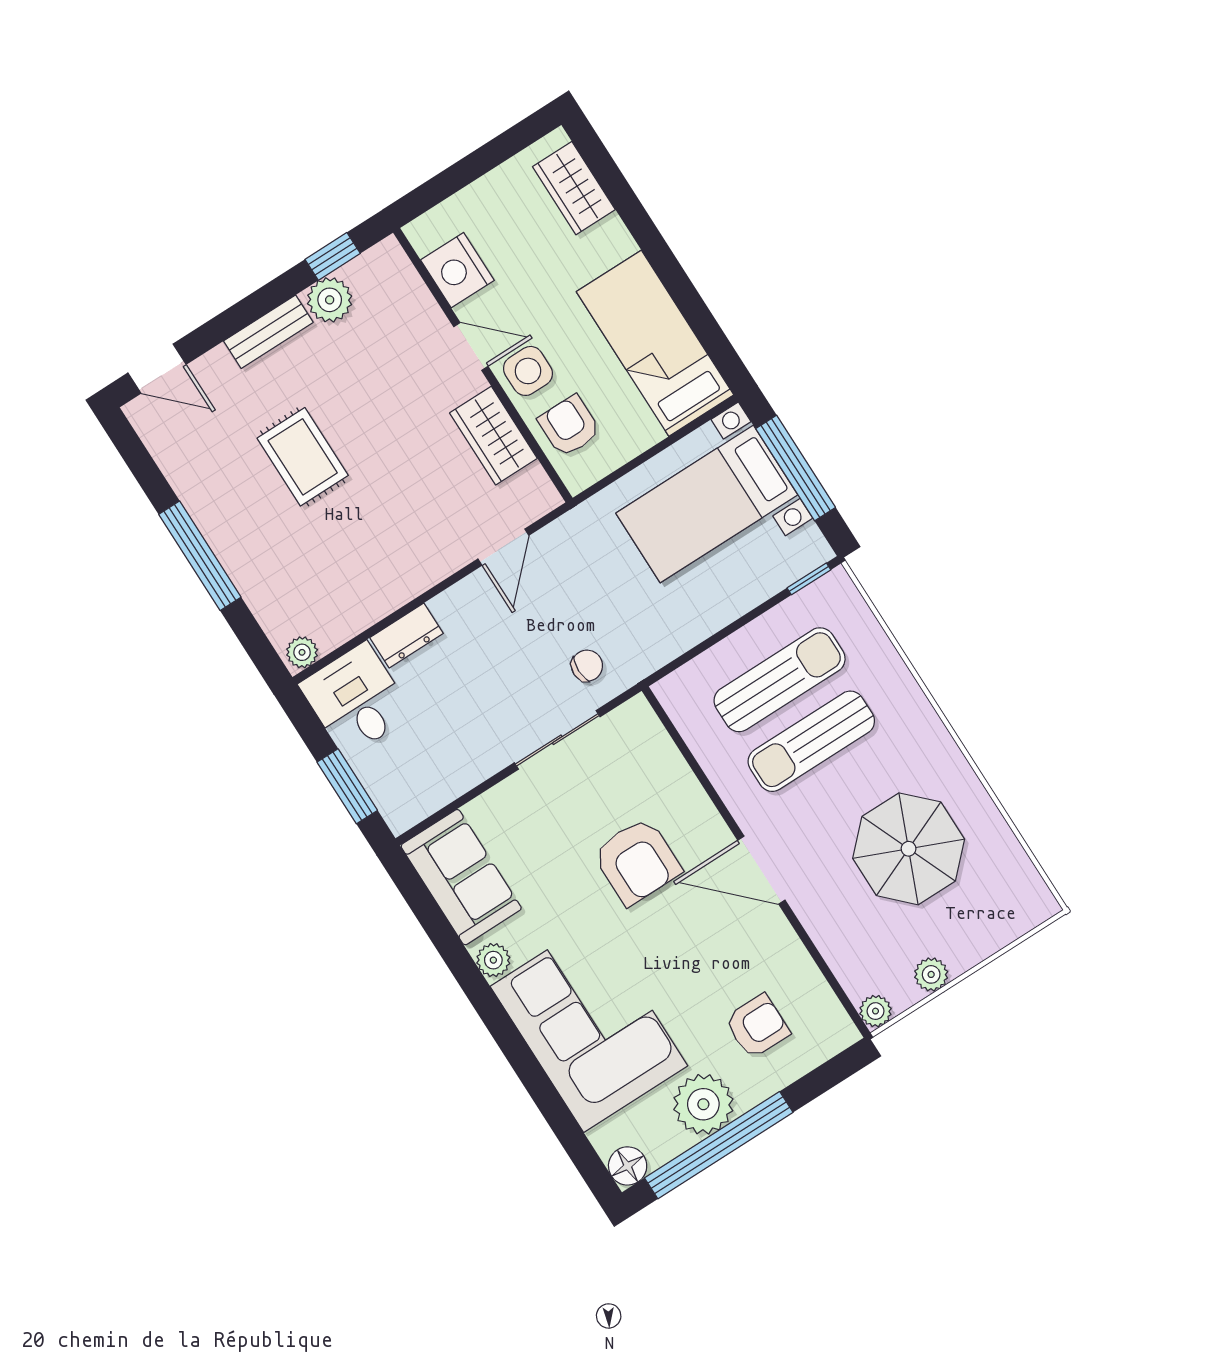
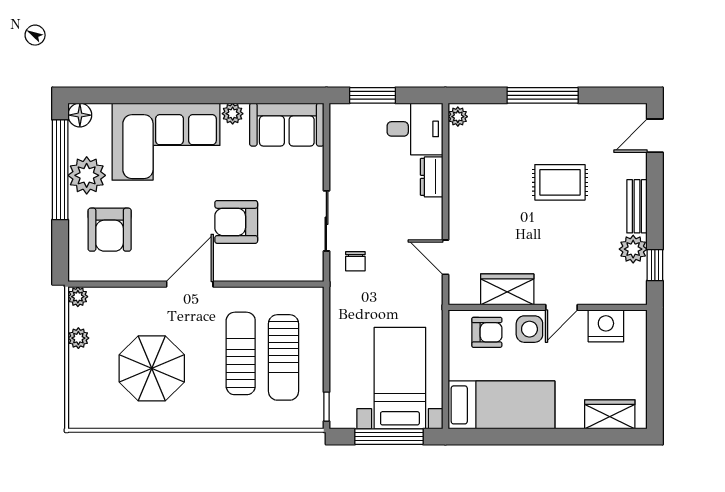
armchair: (757, 1026) -> (110, 230), width x1.38, depth x1.38

